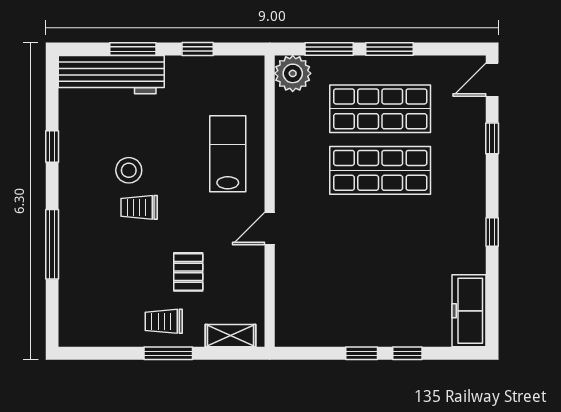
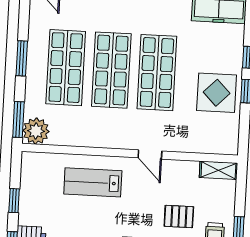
window: (329, 49) -> (18, 120), moved
shop shelf: (380, 232) -> (157, 73), added
display table: (357, 314) -> (217, 93), added
shelving: (230, 336) -> (218, 170), moved, turned 90

